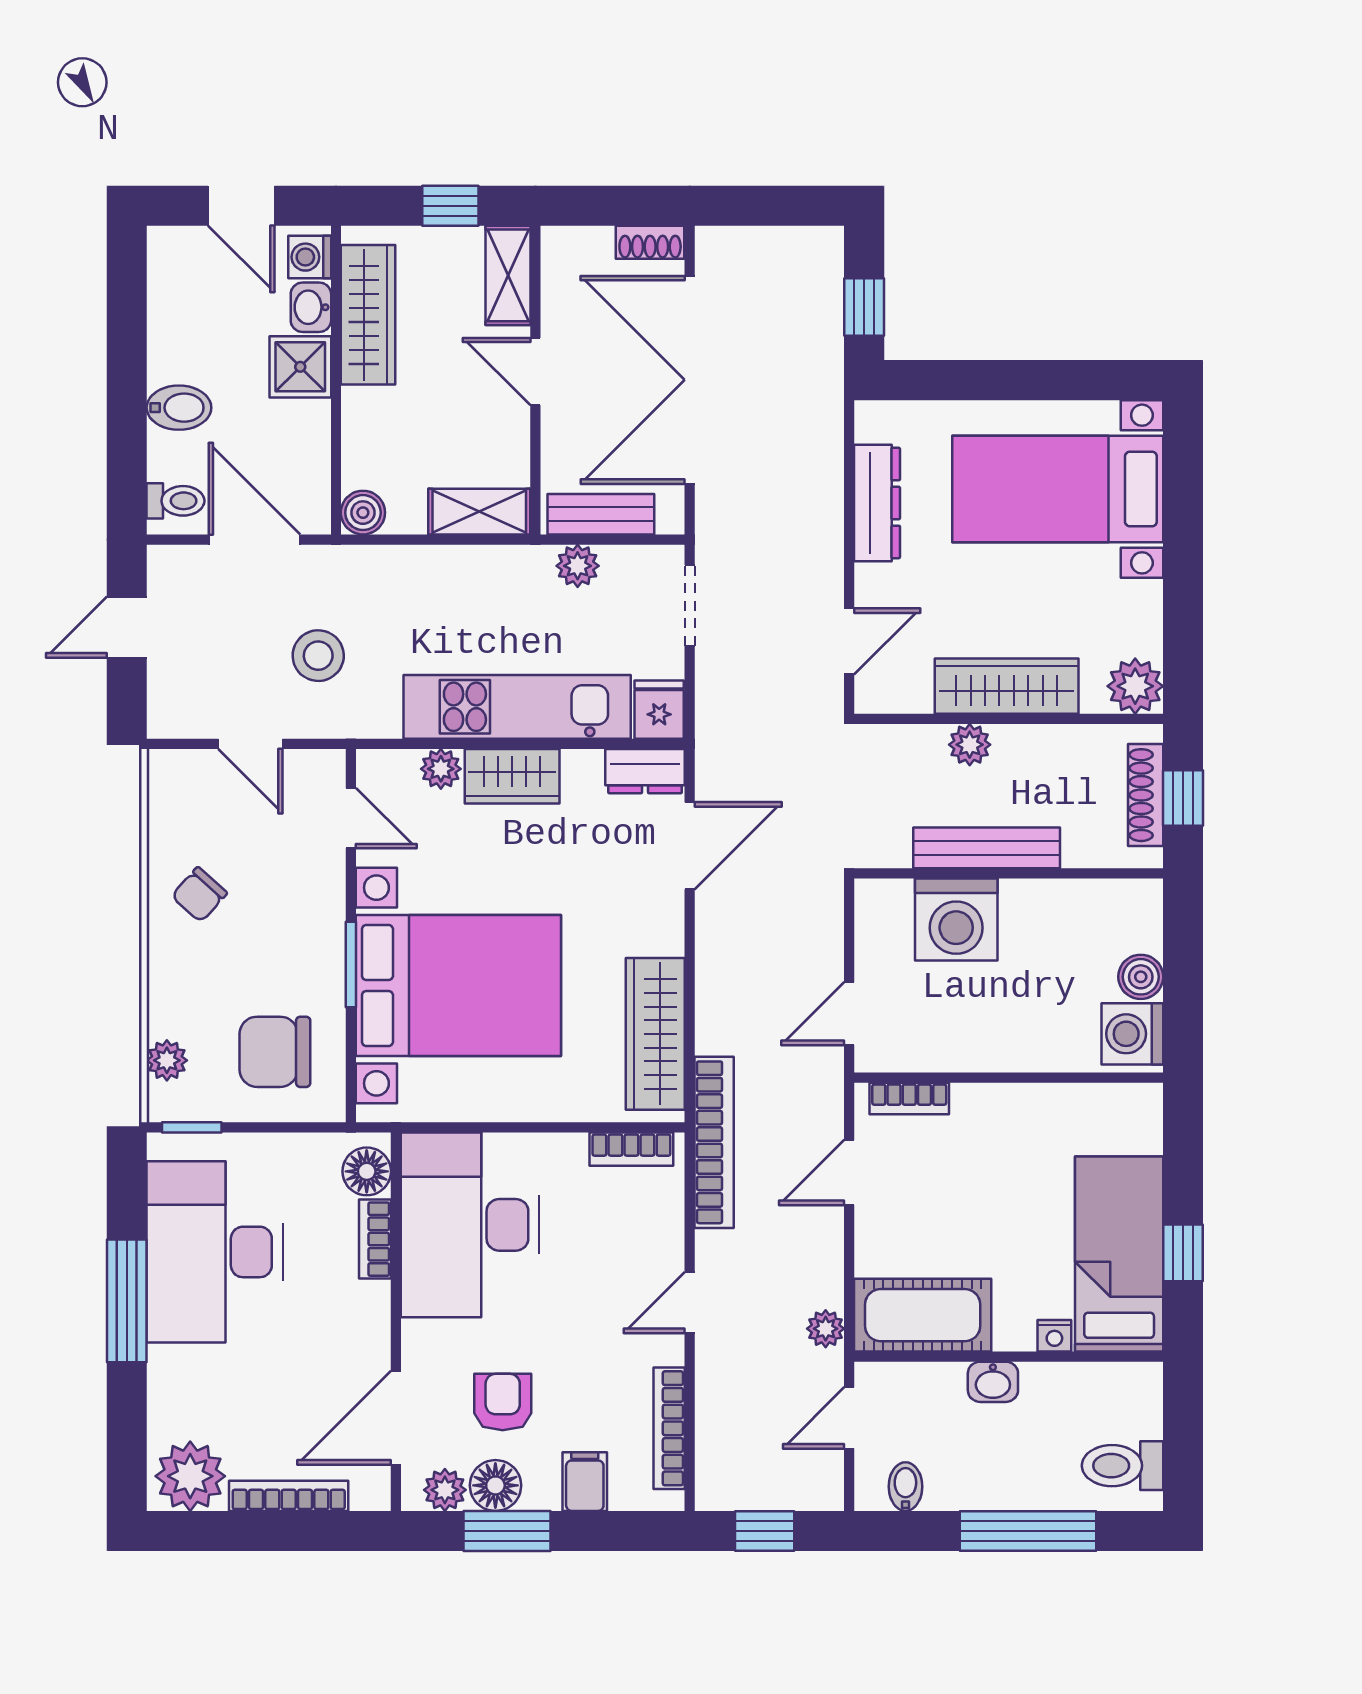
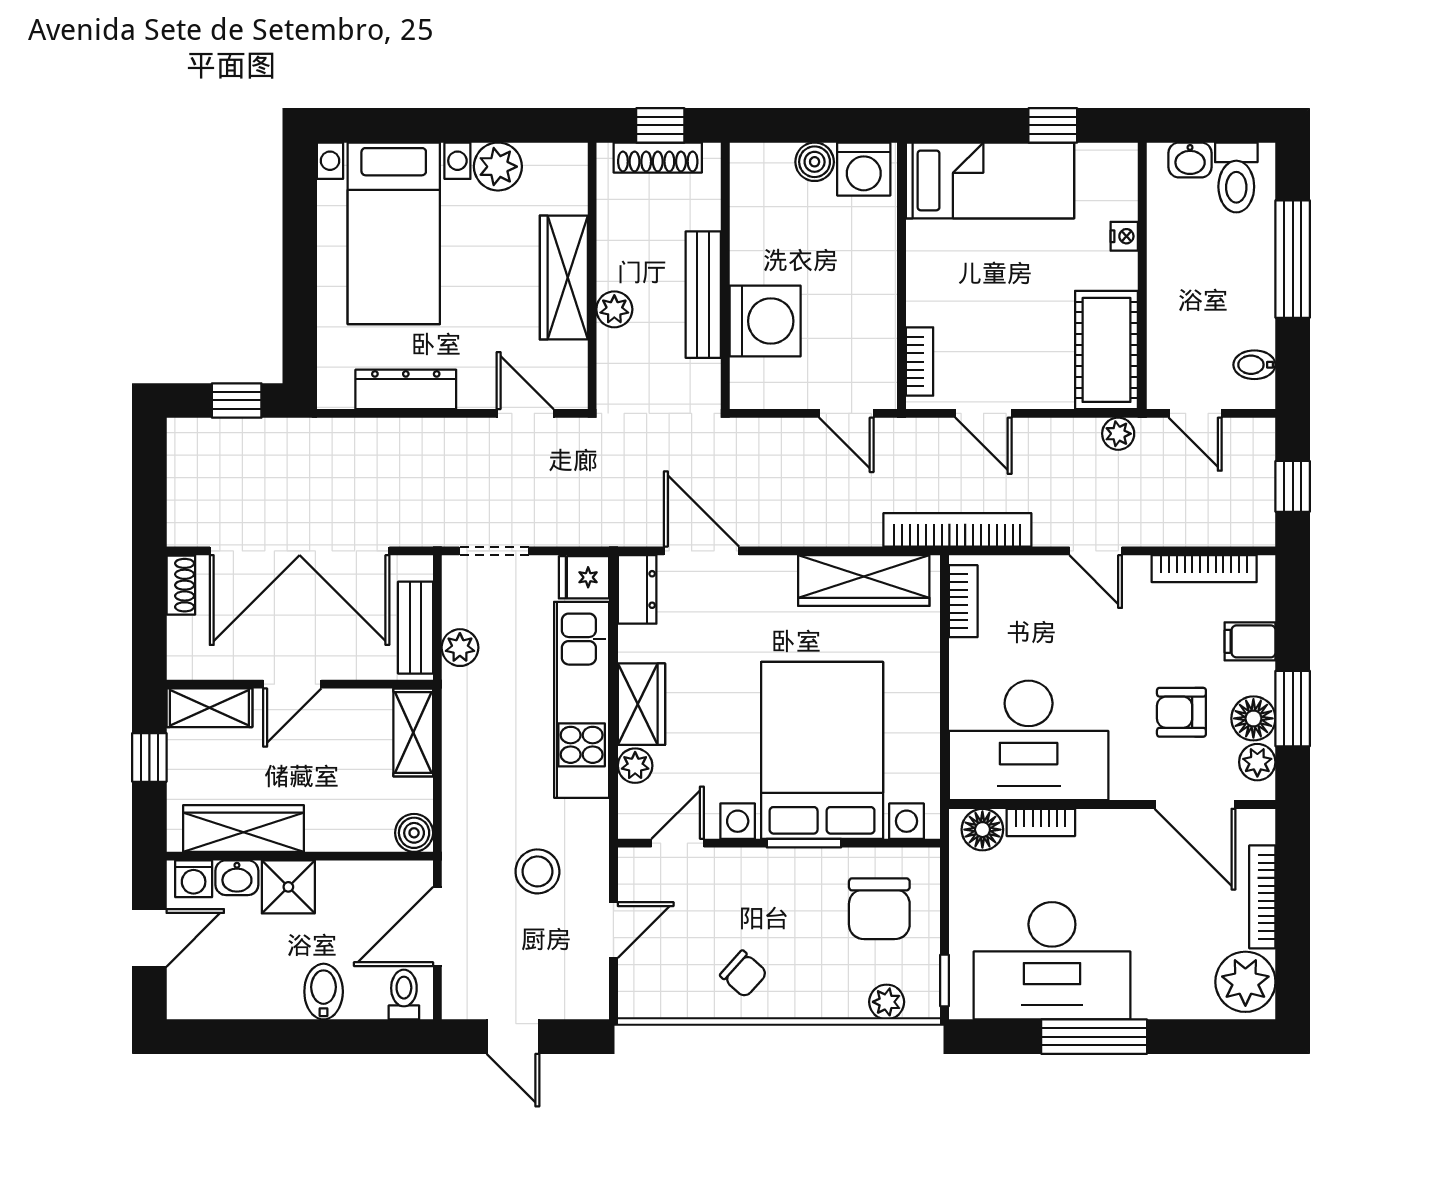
plant: (1135, 686) -> (498, 167), moved
bed: (1119, 1254) -> (990, 180), moved, turned 180
washbasin: (993, 1382) -> (1190, 160), moved, turned 90

